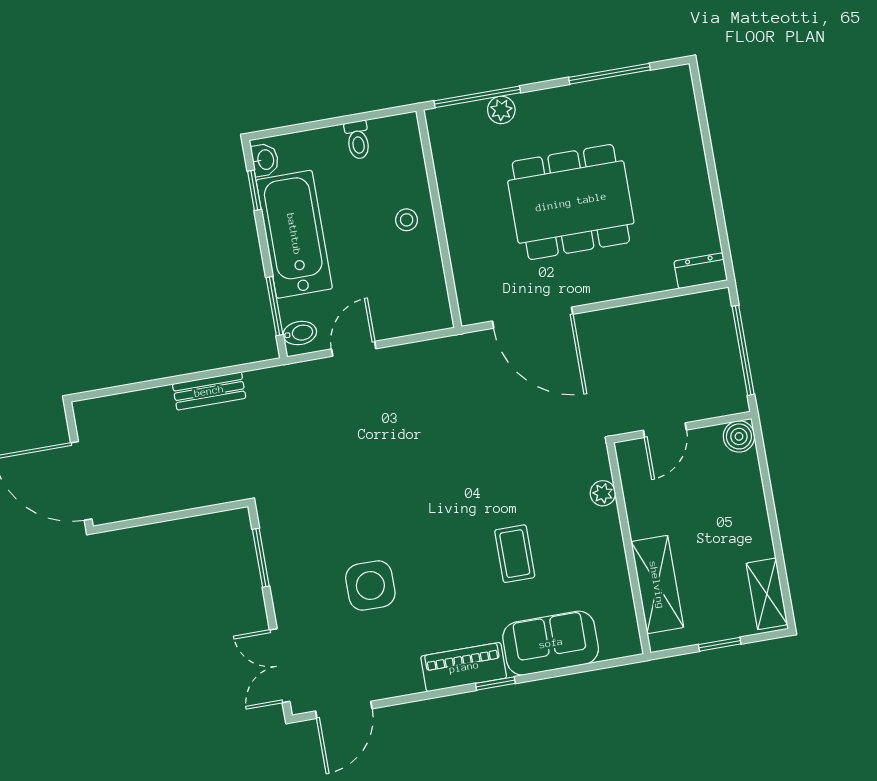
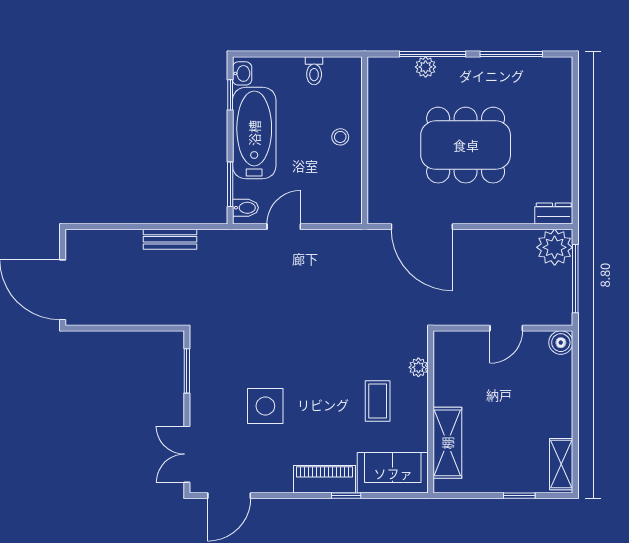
window: (477, 97) -> (433, 54), moved
plant: (709, 314) -> (555, 247), added
plant: (603, 493) -> (418, 367), moved
wall: (629, 548) -> (431, 412), moved
shelving: (657, 585) -> (447, 443), moved

